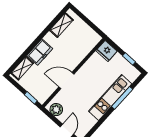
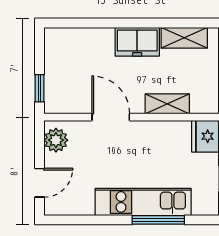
freezer: (40, 52) -> (137, 42), moved
shelving: (22, 68) -> (167, 104), moved

